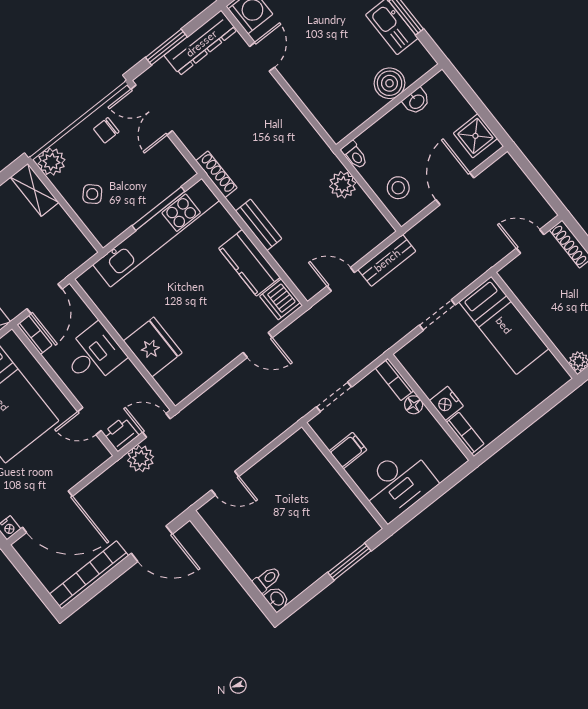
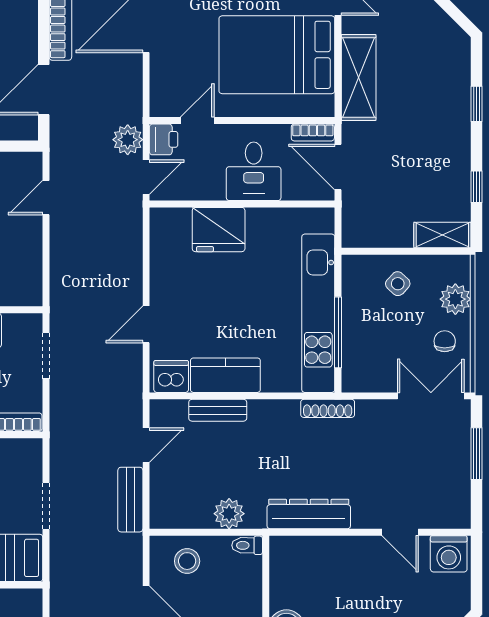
dresser: (201, 43) -> (309, 514), moved, turned 90
plant: (52, 162) -> (455, 299), moved
bench: (259, 225) -> (218, 410), moved

